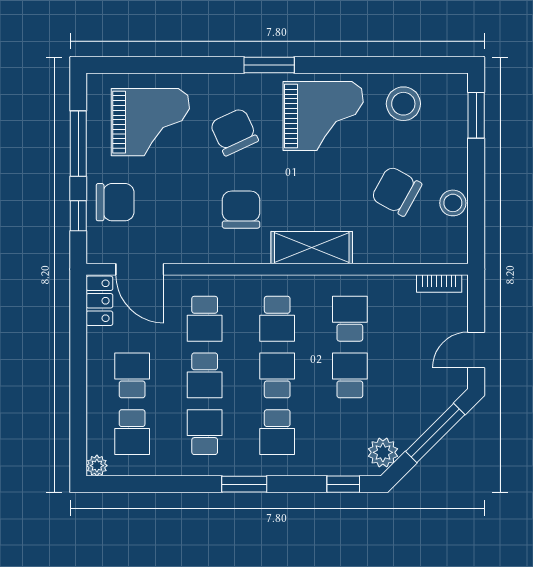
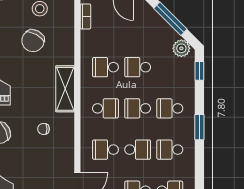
chair: (241, 210) -> (44, 129), width x0.54, depth x0.54
school desk: (205, 319) -> (105, 150), turned 180
school desk: (277, 432) -> (170, 108), turned 180

